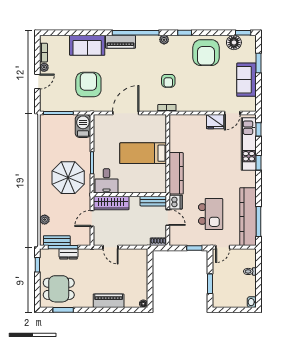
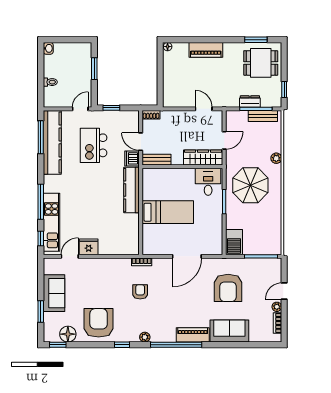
window: (259, 163) -> (41, 202), width x2.17
plant: (45, 220) -> (276, 158), moved

